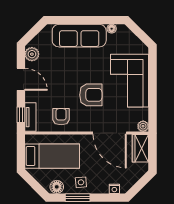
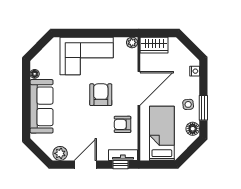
door: (110, 133) -> (139, 88), moved

